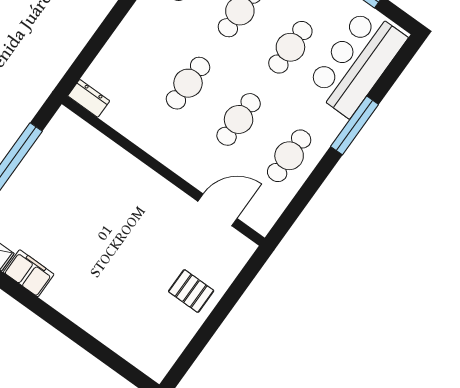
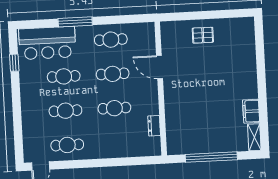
dresser: (89, 98) -> (154, 126), moved
door: (218, 210) -> (160, 67), moved
pallet: (191, 291) -> (203, 35), turned 90

